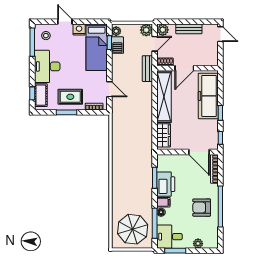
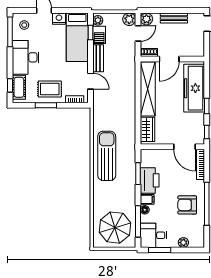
bench: (147, 69) -> (98, 58), moved
sun lounger: (125, 161) -> (107, 156), added

